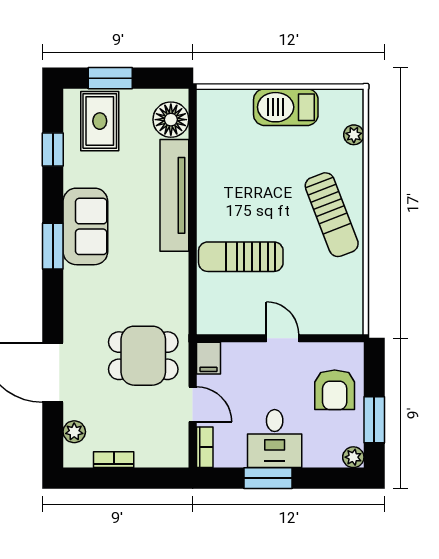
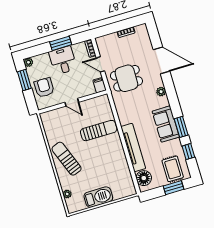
window: (53, 246) -> (181, 127), moved
plant: (74, 432) -> (161, 92), moved

